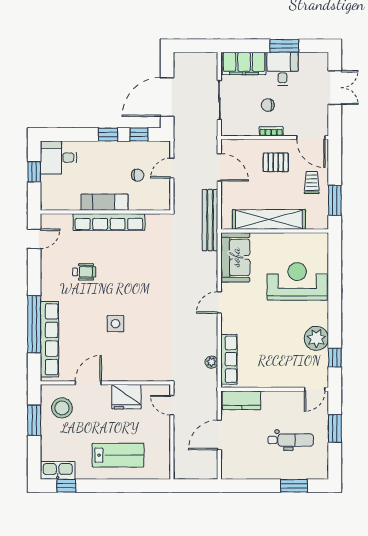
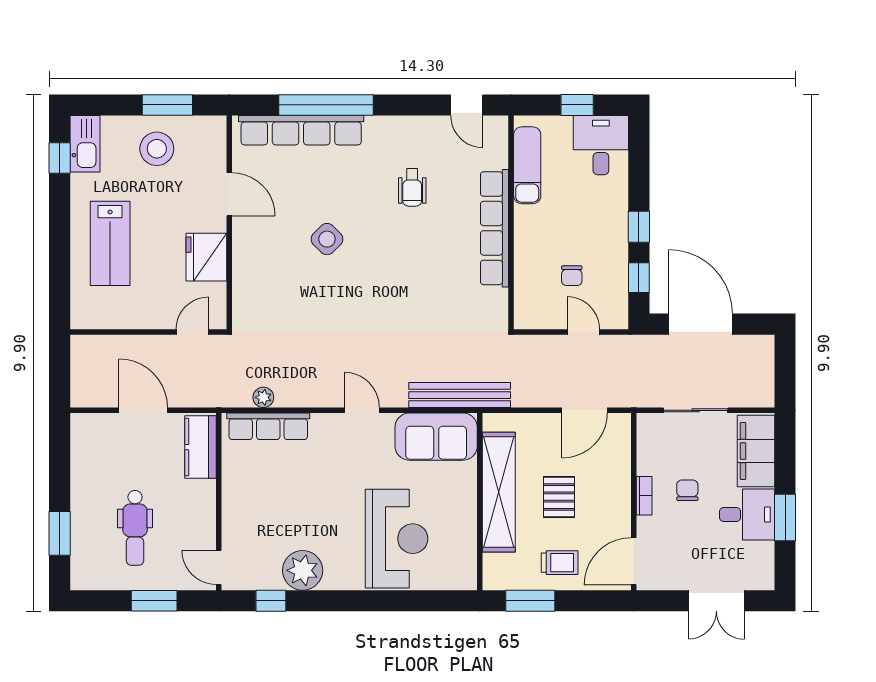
pallet: (276, 162) -> (559, 497), moved
exam couch: (104, 202) -> (527, 165), moved
bench: (210, 220) -> (460, 395), moved
side table: (115, 324) -> (327, 239), turned 45
stool: (62, 408) -> (157, 149), moved

